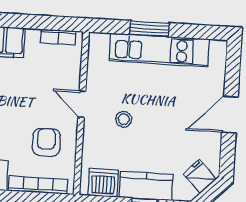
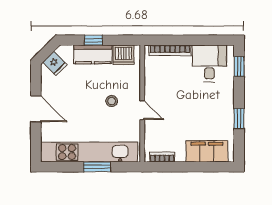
kitchen unit: (159, 50) -> (89, 152), width x1.36
door: (230, 115) -> (36, 109), hinge flipped
armchair: (46, 142) -> (166, 81), removed

